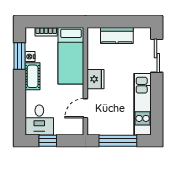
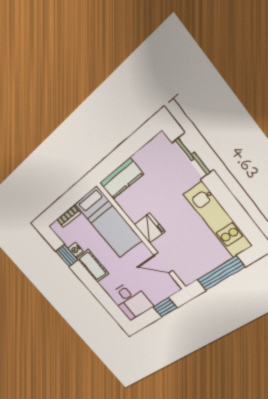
kitchen counter: (117, 36) -> (121, 178), moved
window: (20, 56) -> (67, 256), width x0.67
door: (85, 108) -> (163, 263), hinge flipped
window: (48, 141) -> (165, 307), moved

